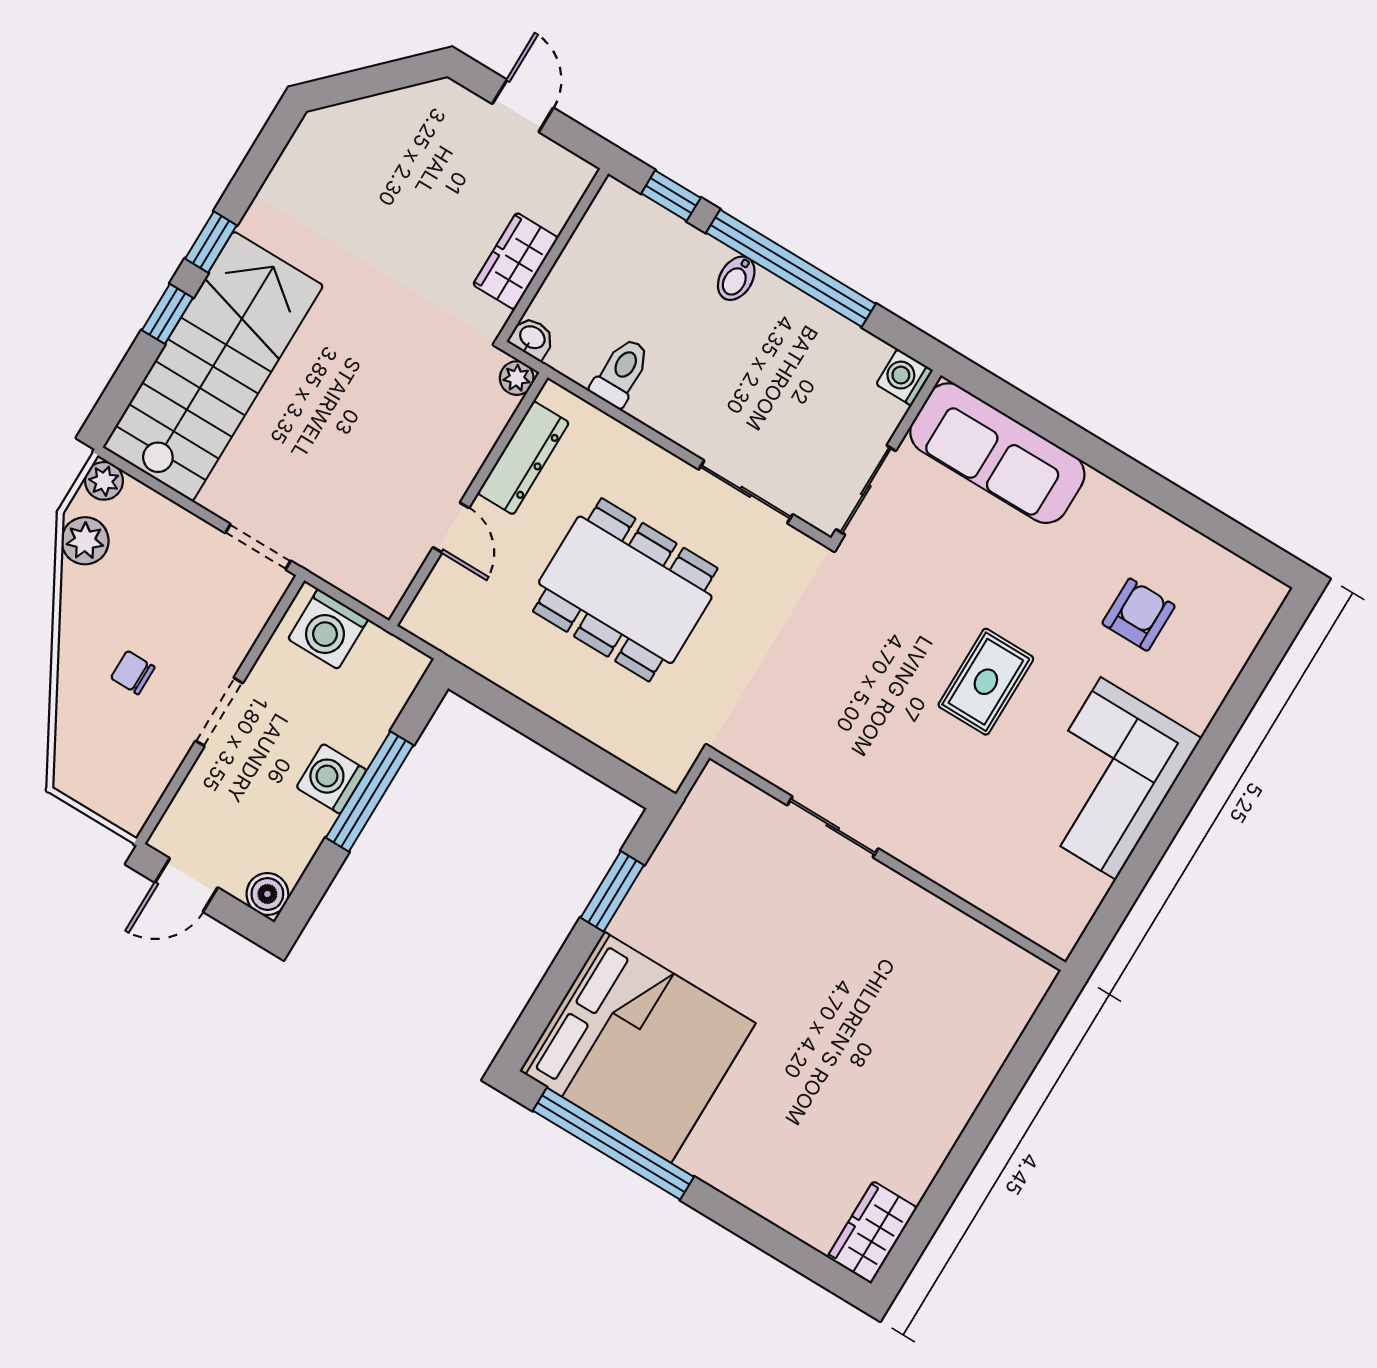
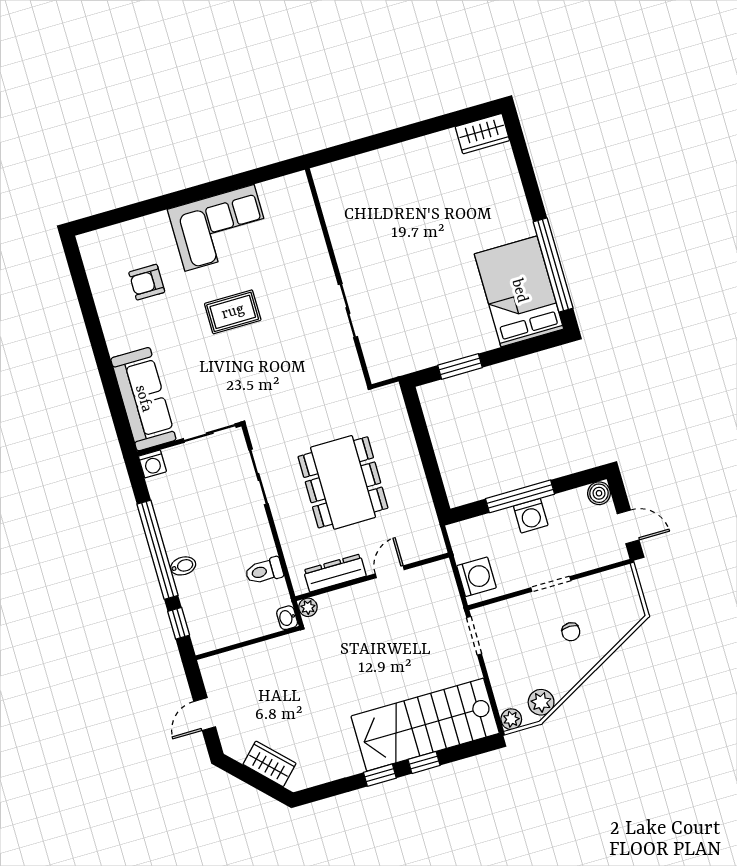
wardrobe: (516, 261) -> (270, 764), moved, turned -135
bed: (638, 1047) -> (519, 291), width x0.73

